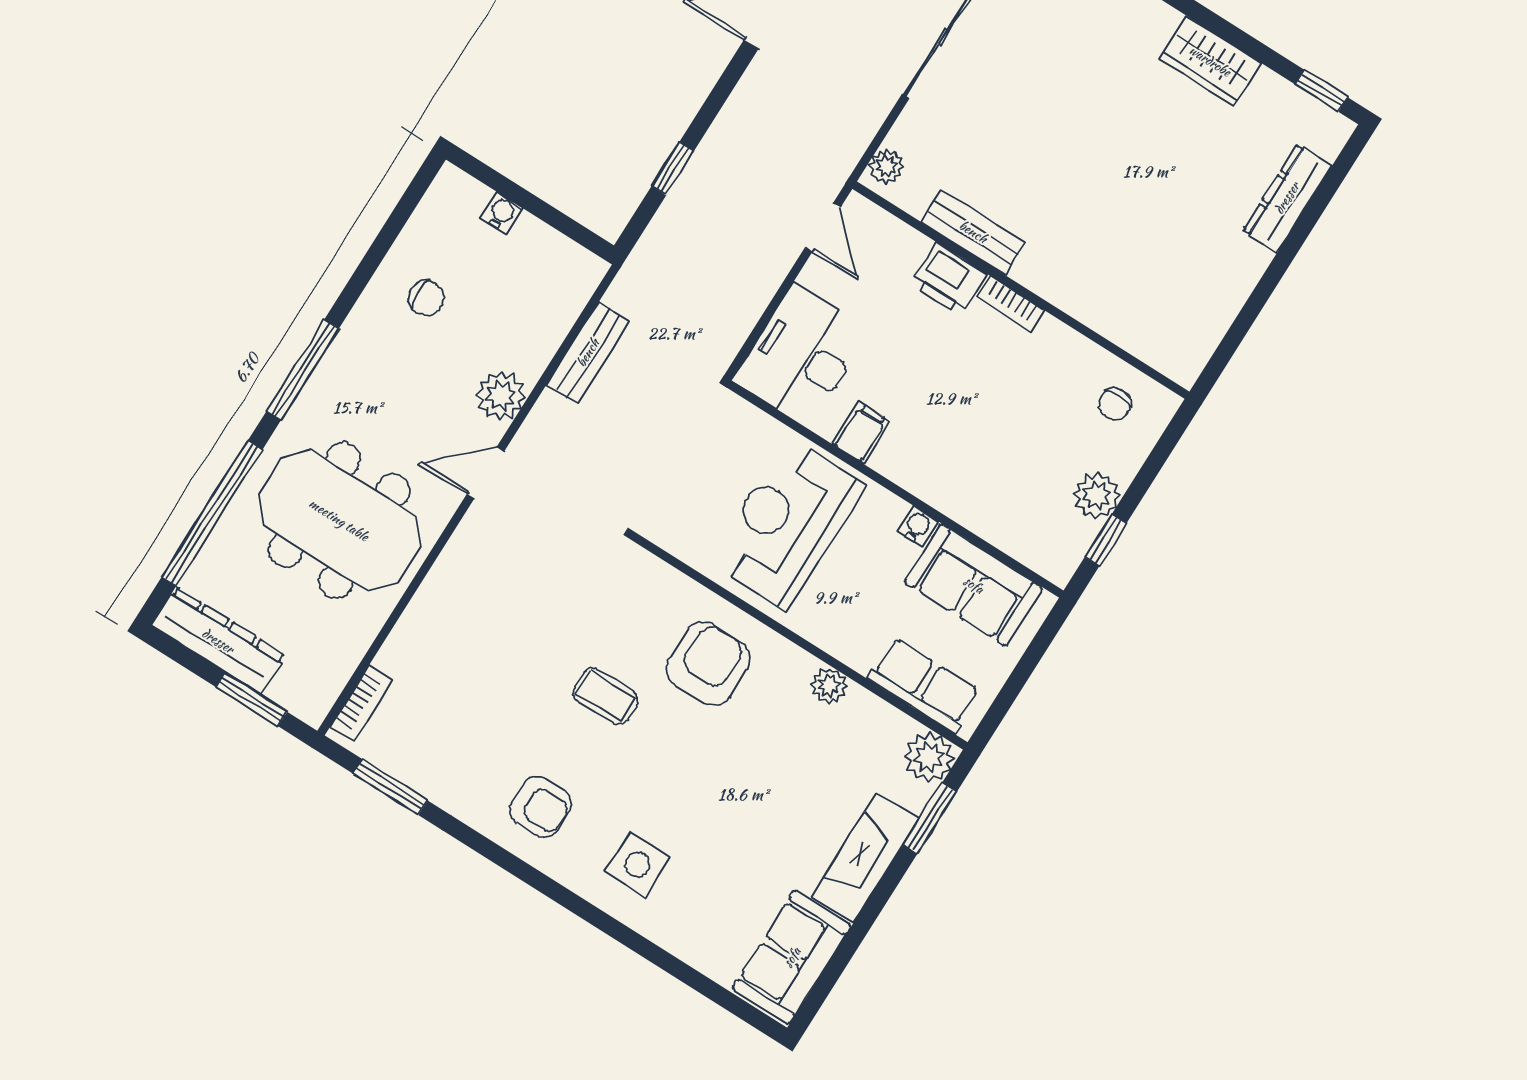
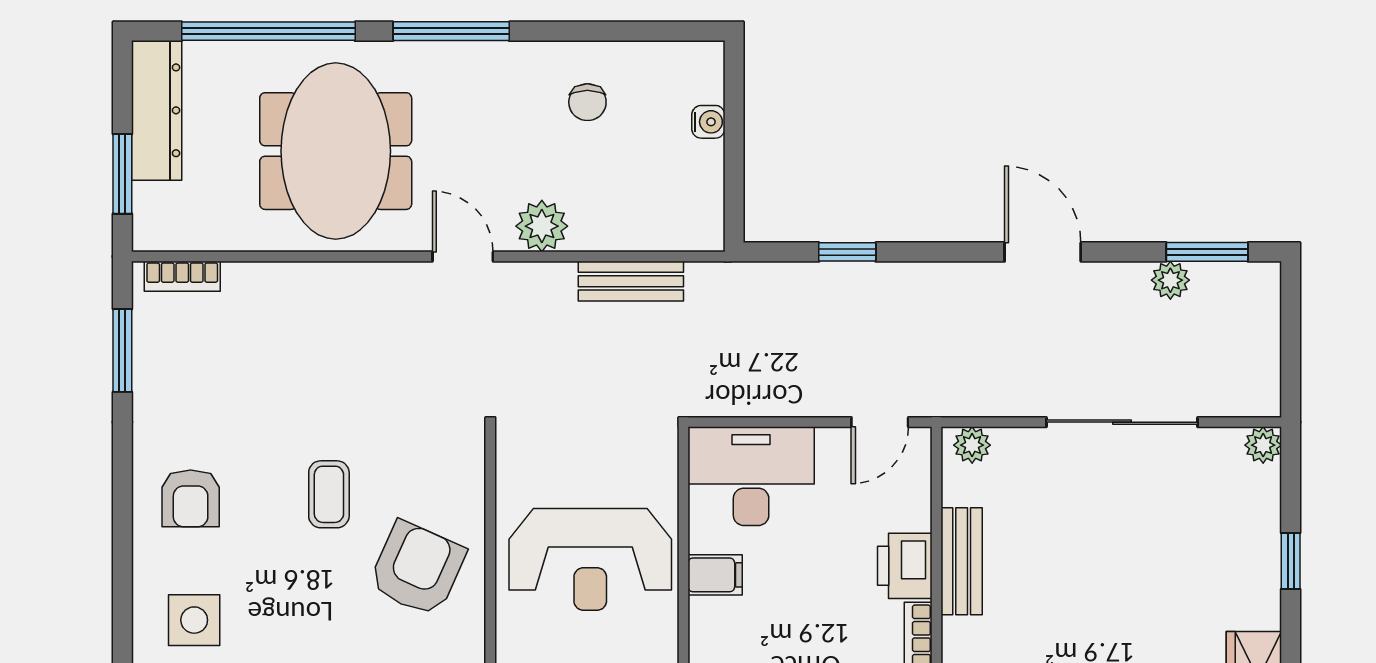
reception desk: (787, 523) -> (590, 559), turned 180
armchair: (708, 664) -> (417, 569), turned -66

